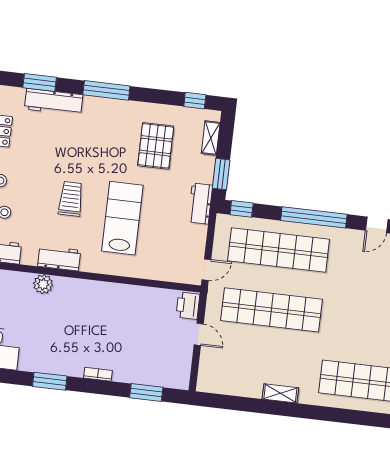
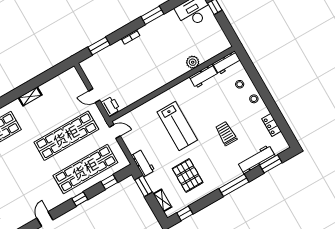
trolley: (71, 199) -> (226, 134), moved, turned 180
window: (242, 209) -> (109, 182), moved
window: (314, 217) -> (80, 199), width x0.32
workbench: (59, 258) -> (204, 76), moved
door: (206, 270) -> (115, 132), swing flipped

